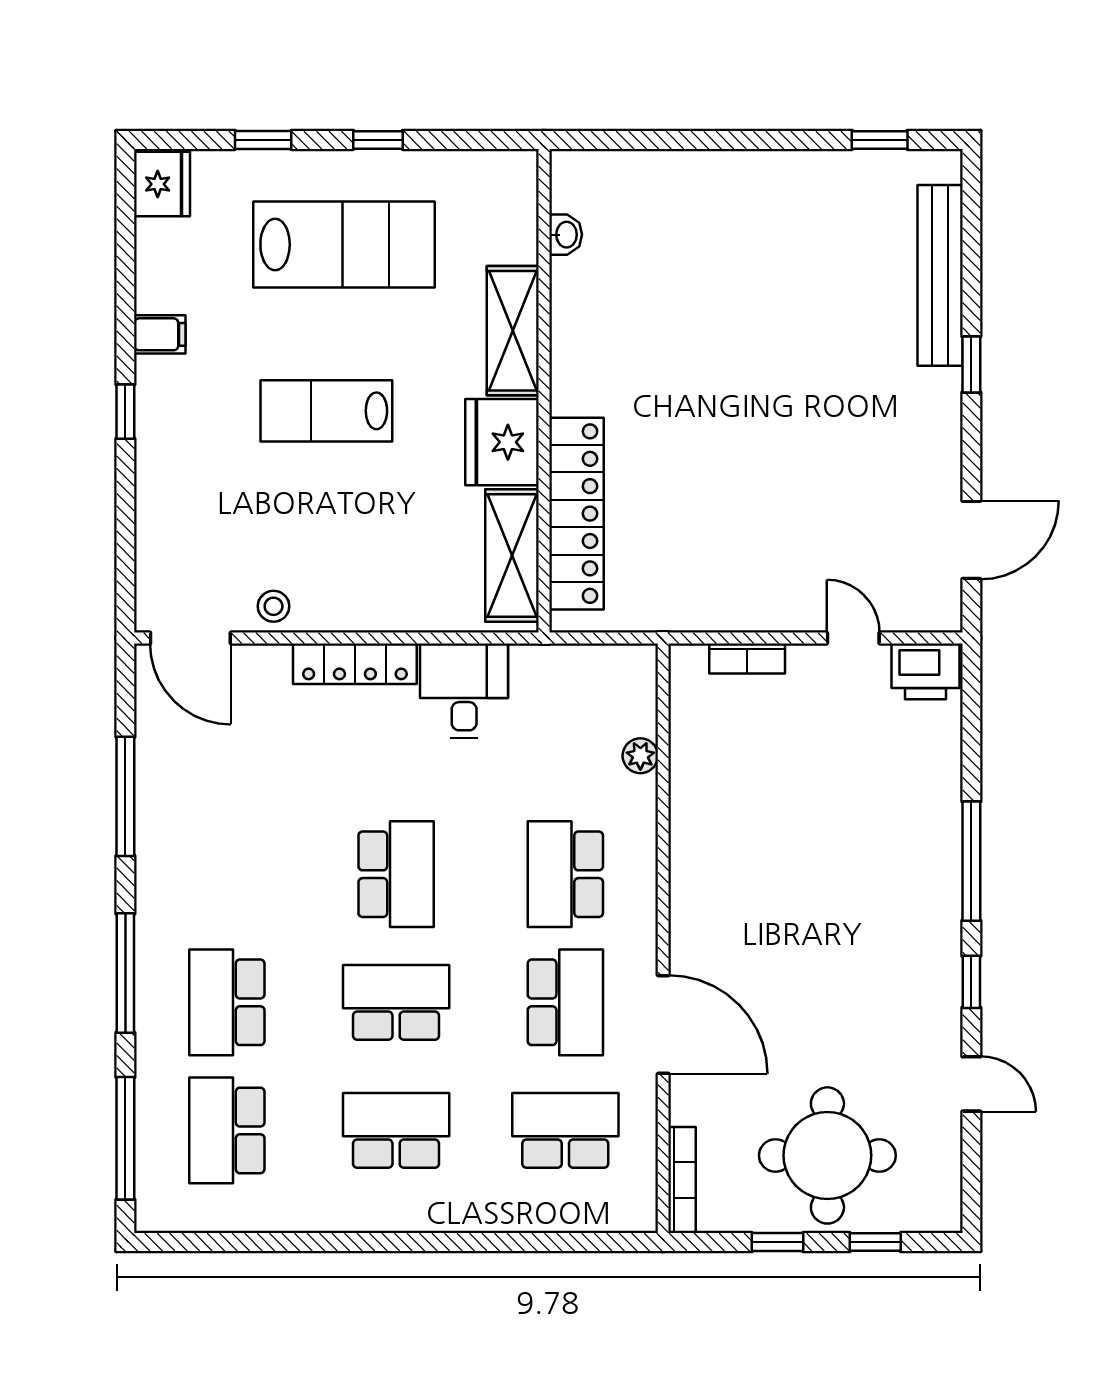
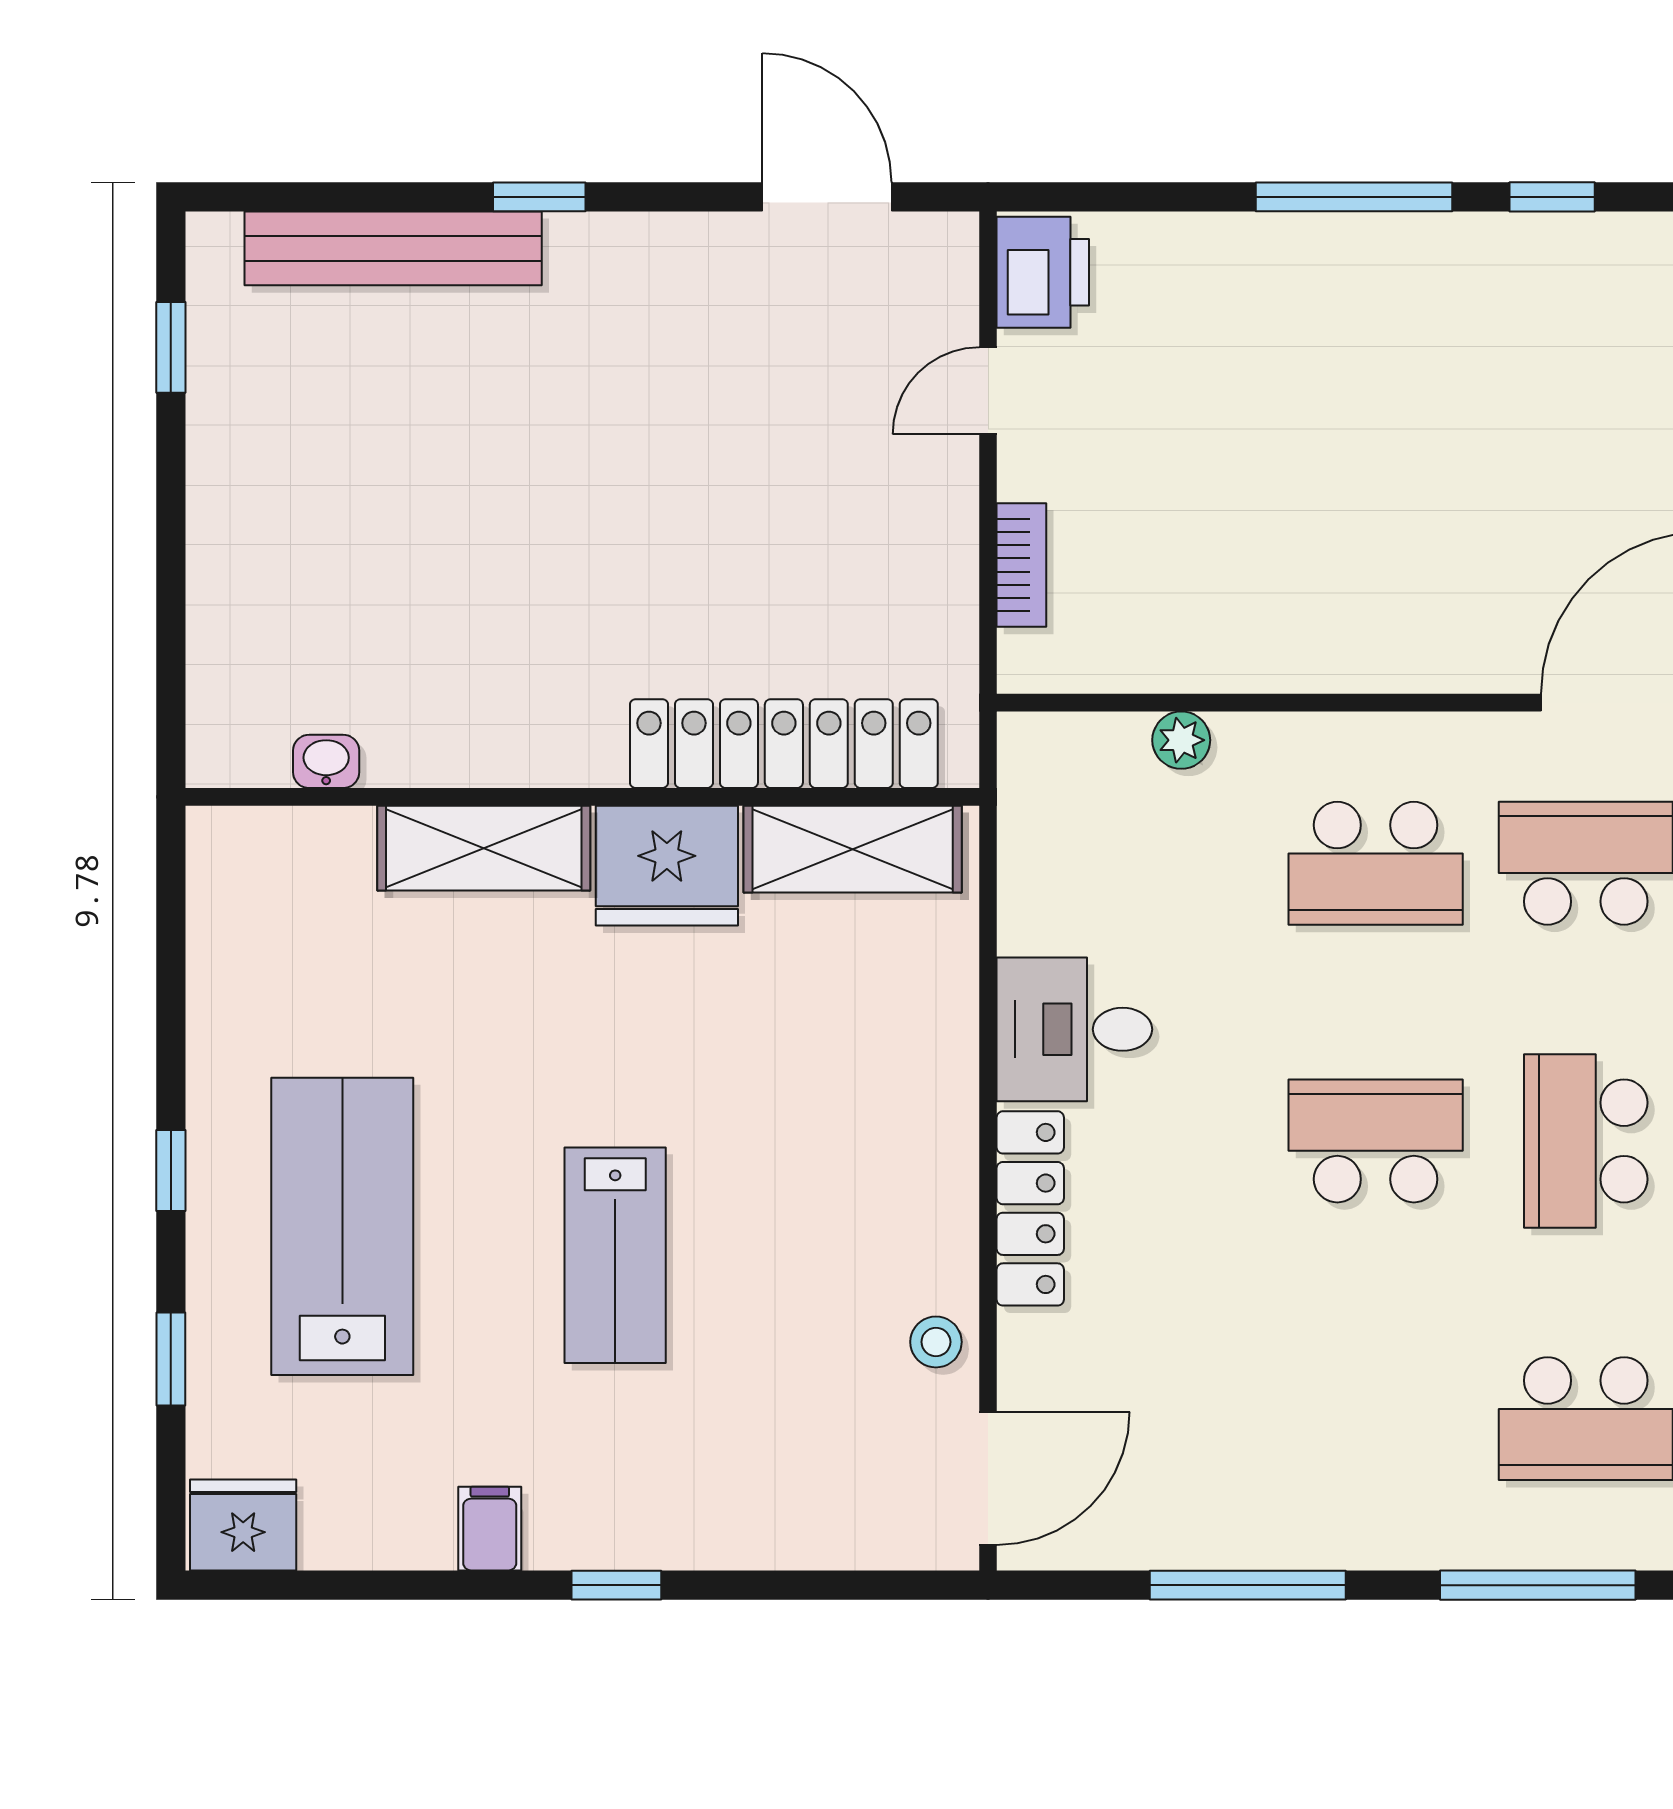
washbasin: (566, 235) -> (326, 761), moved
shelving: (513, 331) -> (484, 848), moved
wall: (544, 391) -> (582, 797), moved
fridge: (502, 442) -> (667, 866), moved
locker: (576, 514) -> (784, 744), moved
shelving: (512, 555) -> (853, 849), moved

